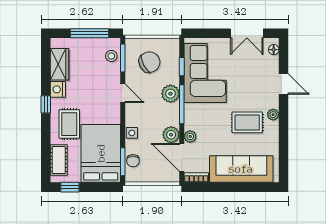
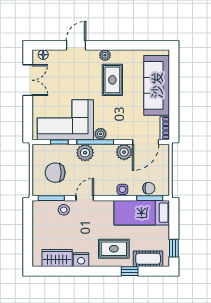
window: (89, 33) -> (28, 230), removed
stool: (111, 56) -> (64, 210), moved
chair: (149, 62) -> (55, 173), turned -62
window: (46, 104) -> (130, 271), moved
plant: (190, 136) -> (101, 134), moved
bed: (101, 153) -> (142, 213), width x0.67

